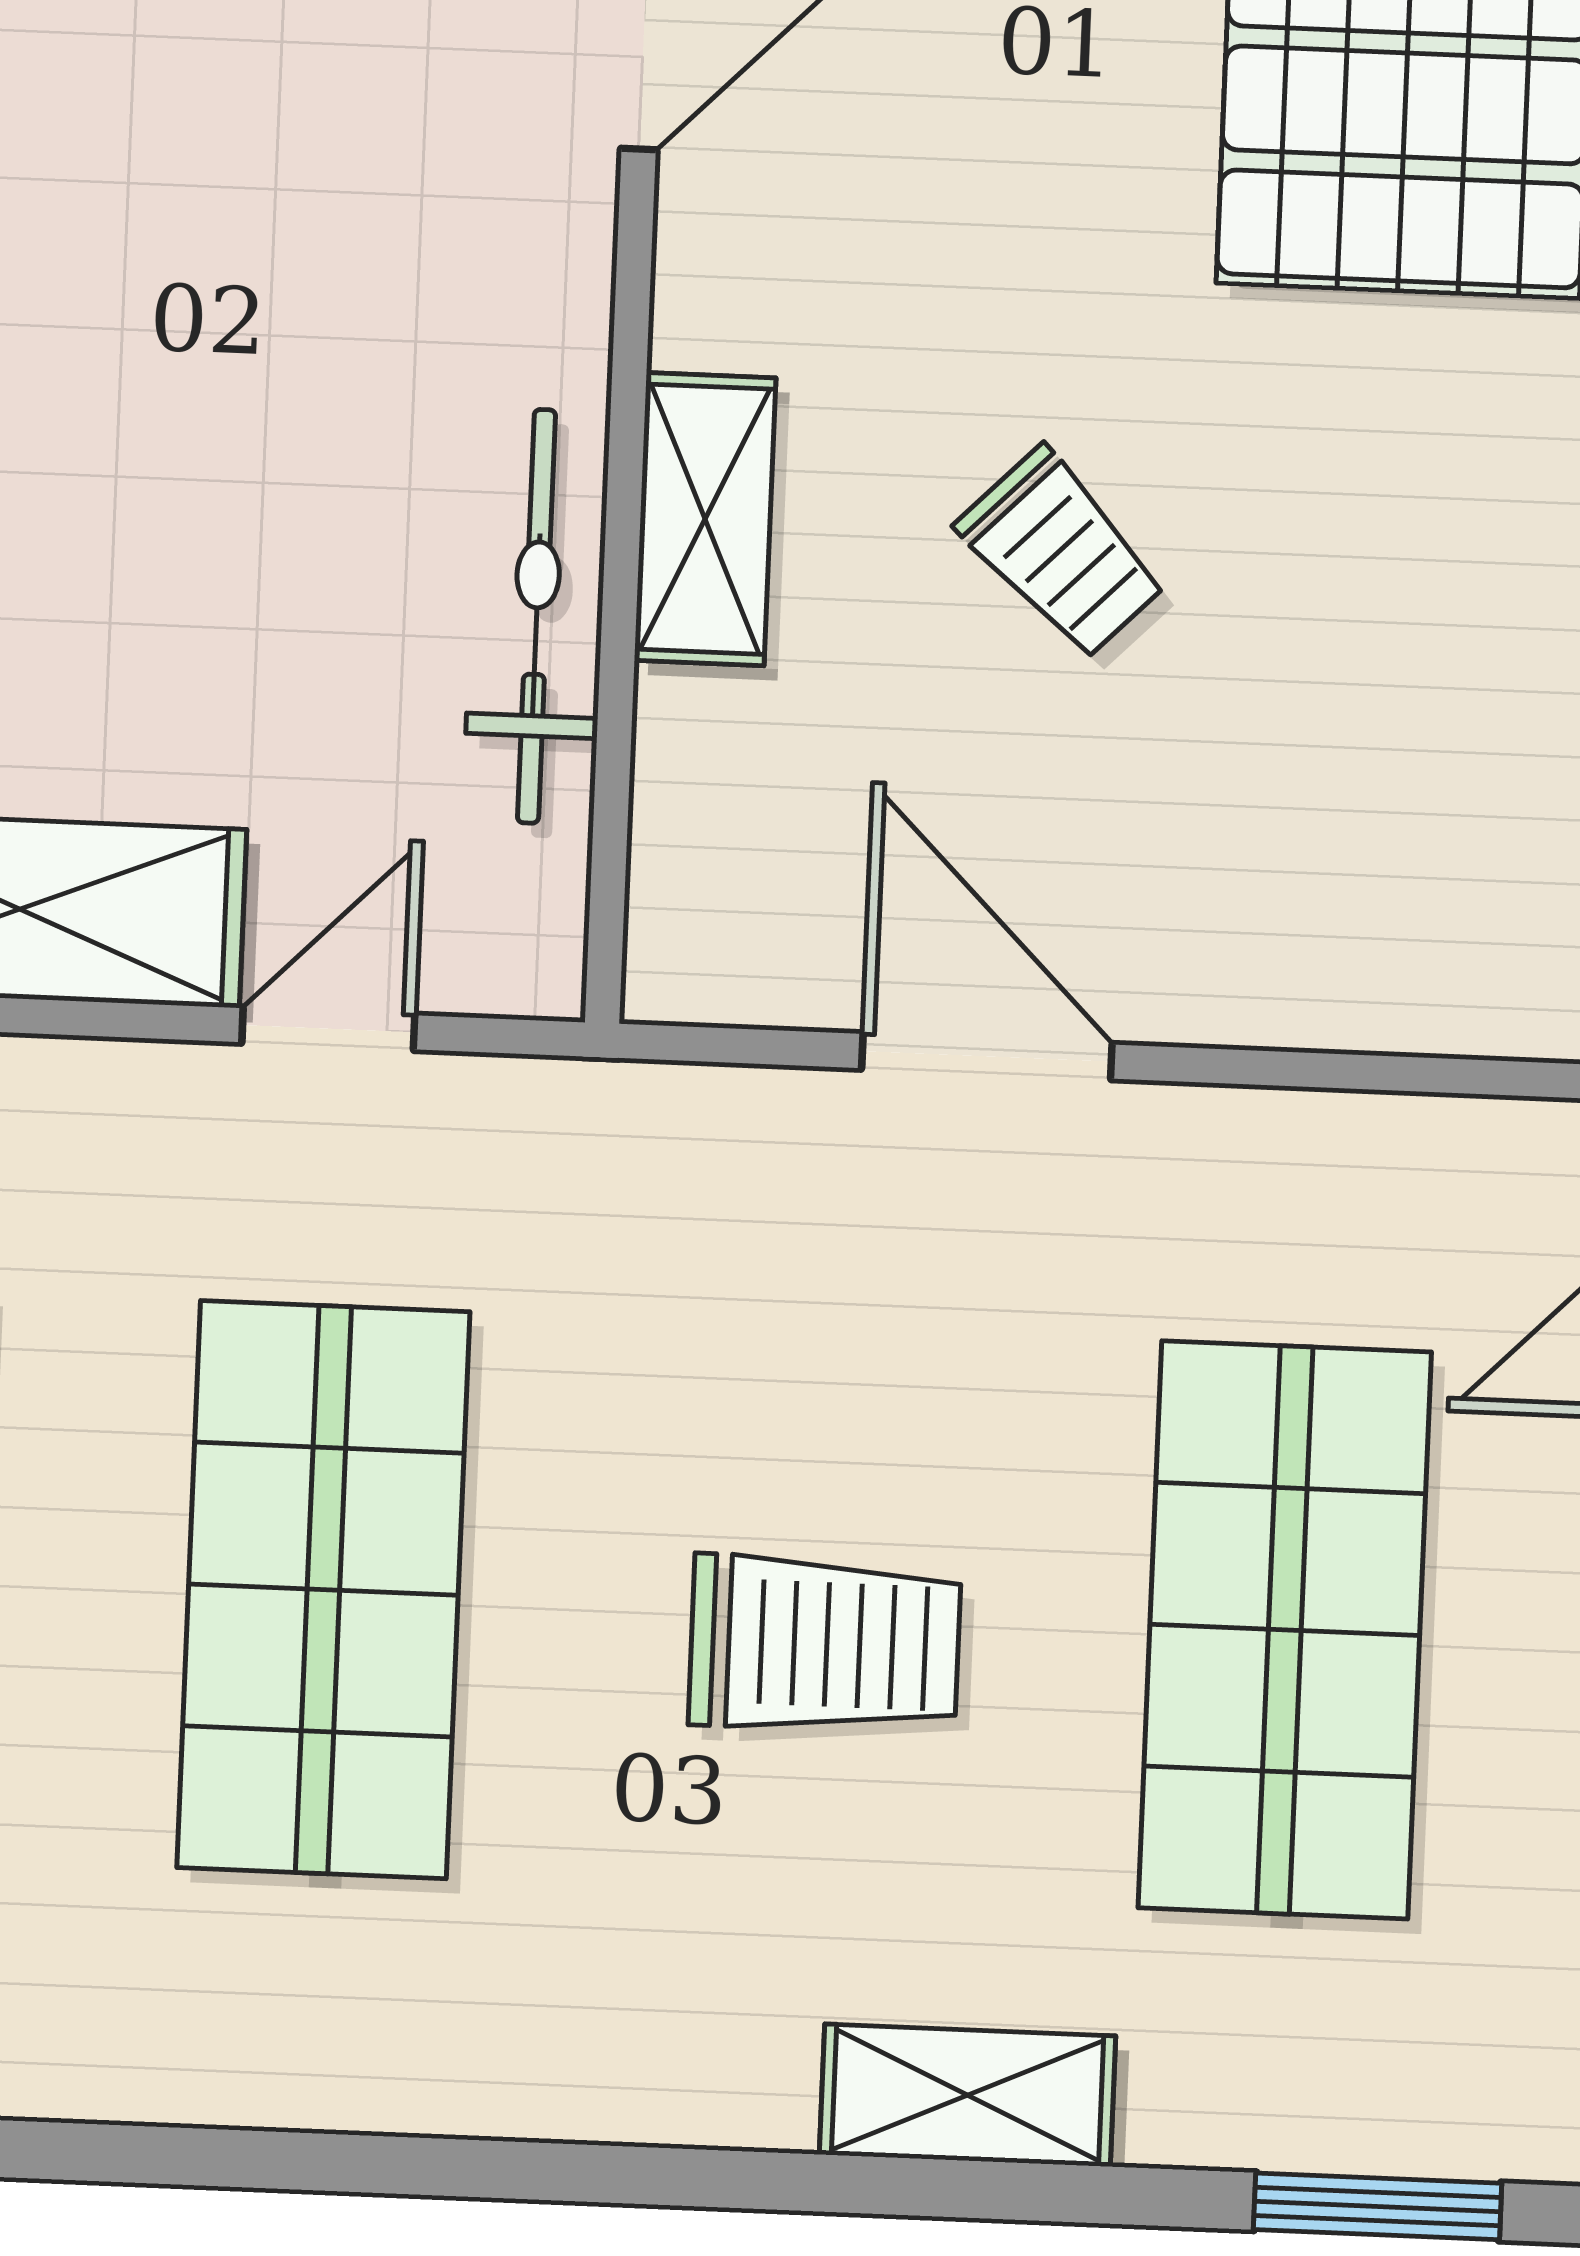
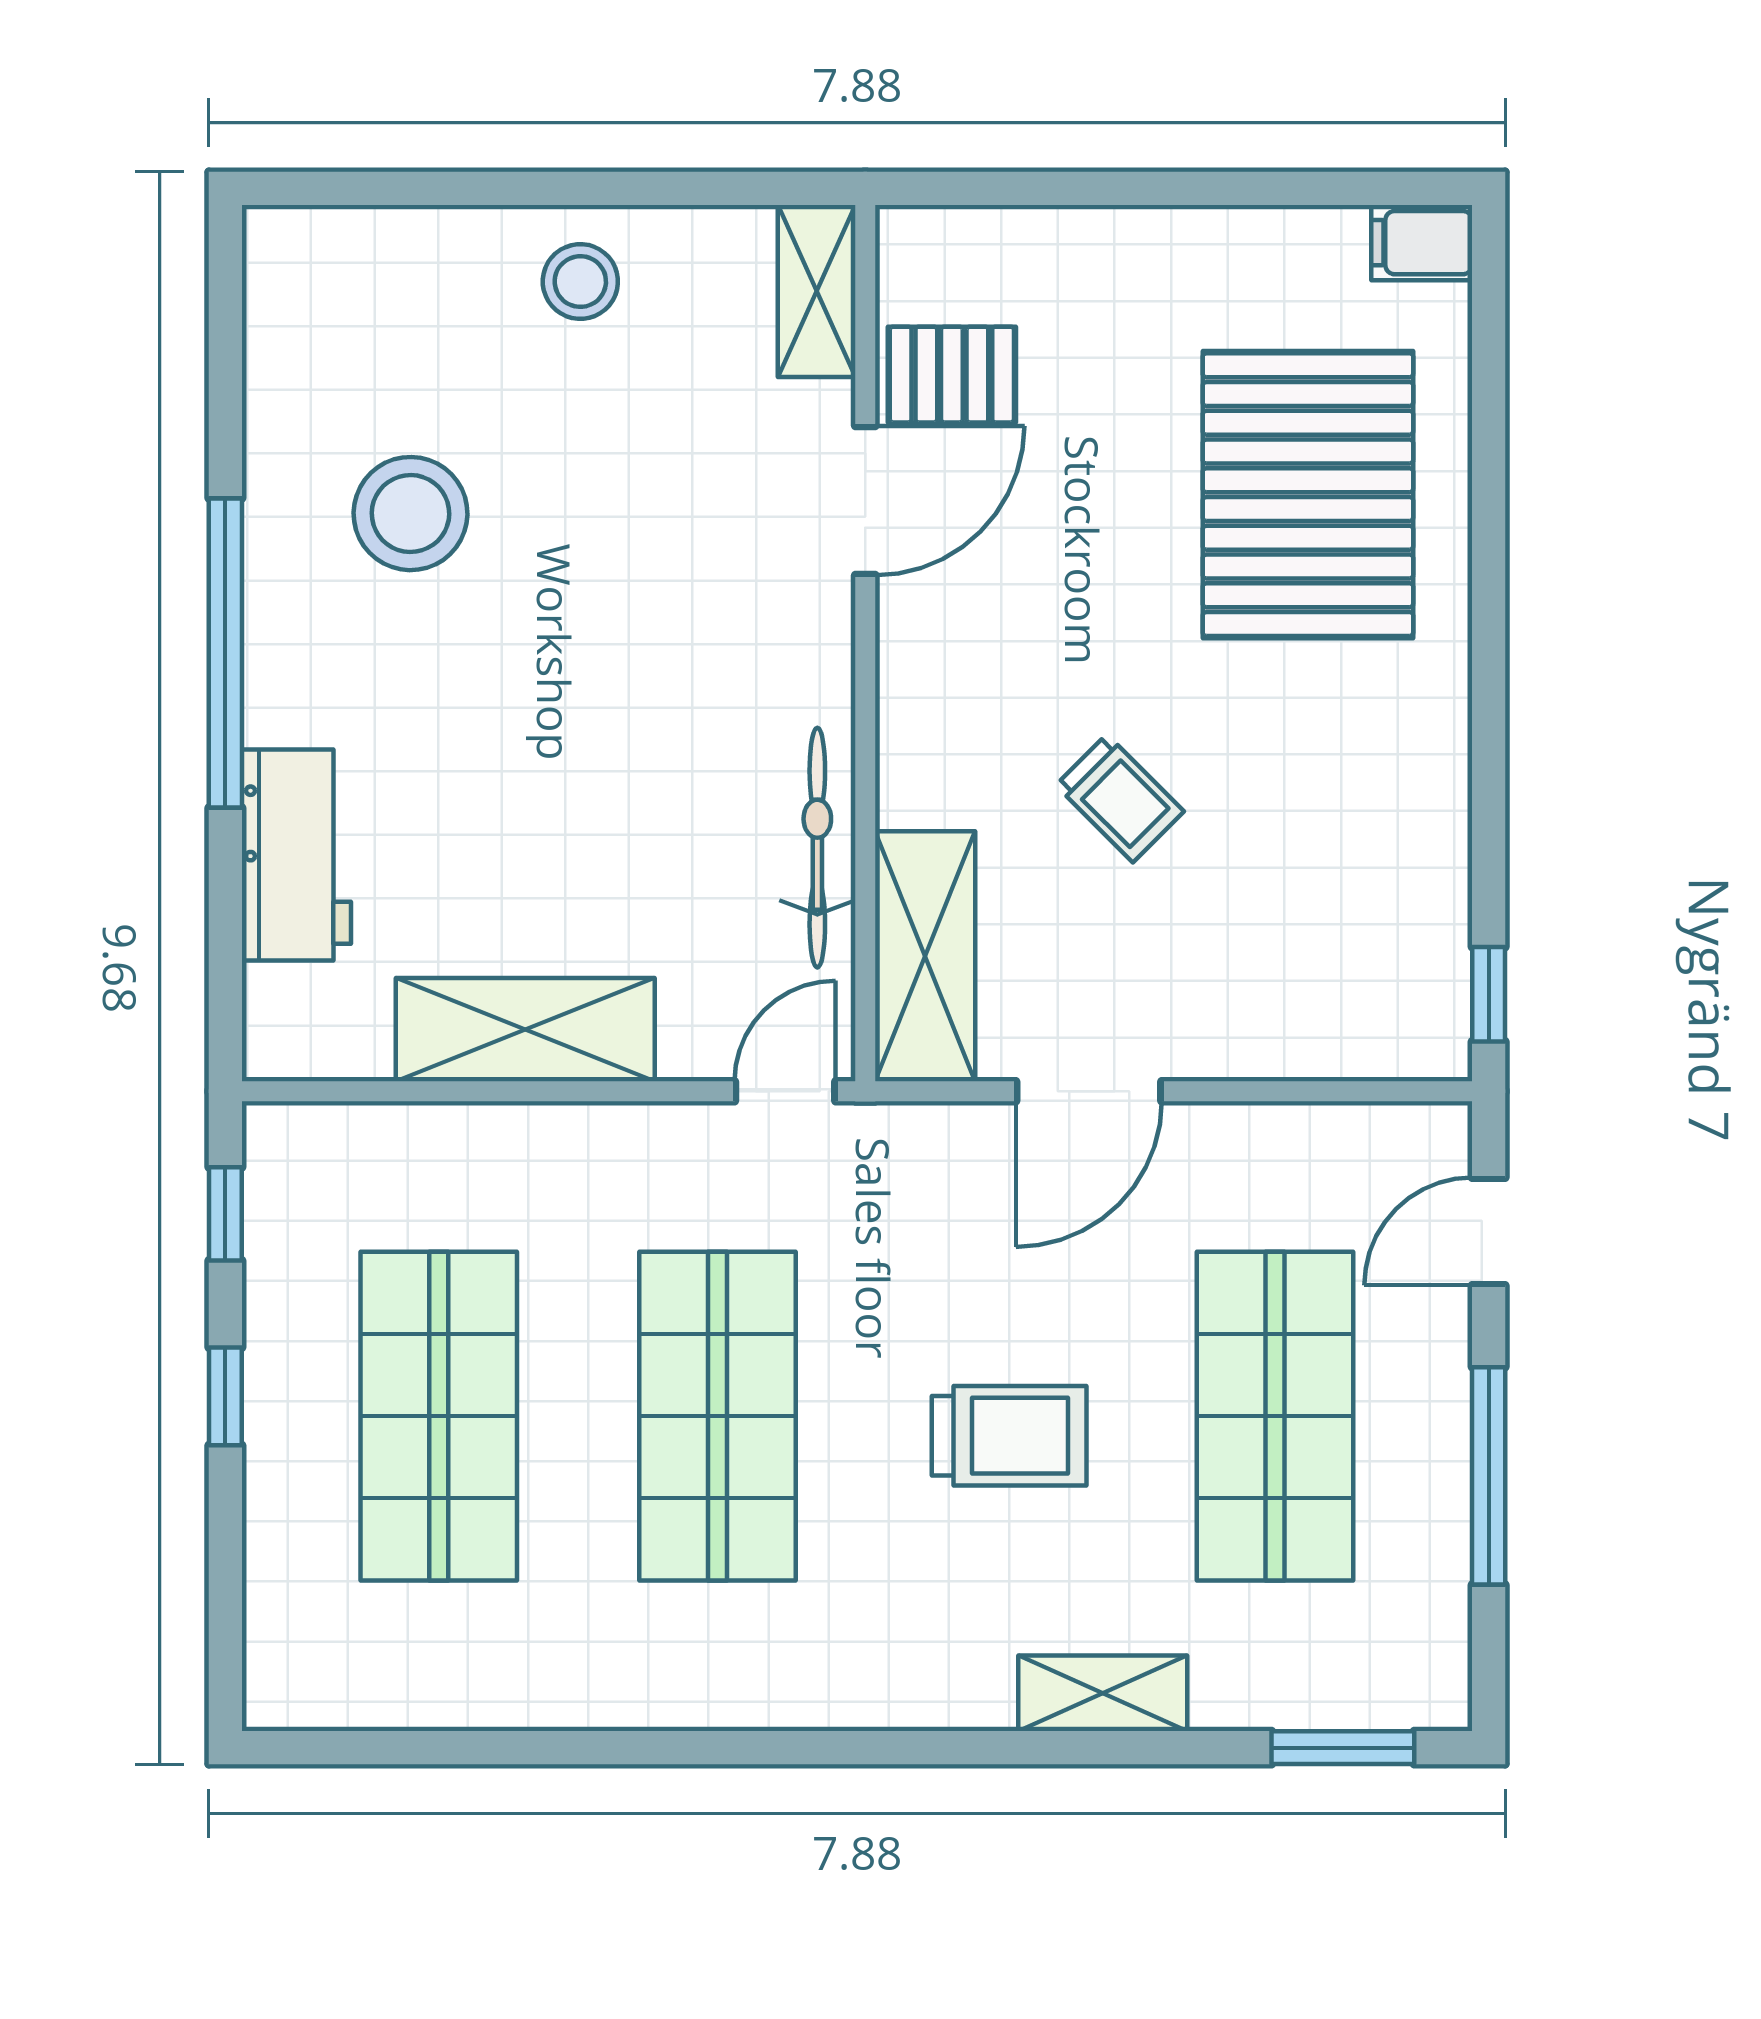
shelving: (705, 519) -> (925, 956), moved, width x1.50, depth x1.33
door: (328, 1029) -> (785, 1091), moved
door: (987, 1056) -> (1089, 1091), swing flipped

